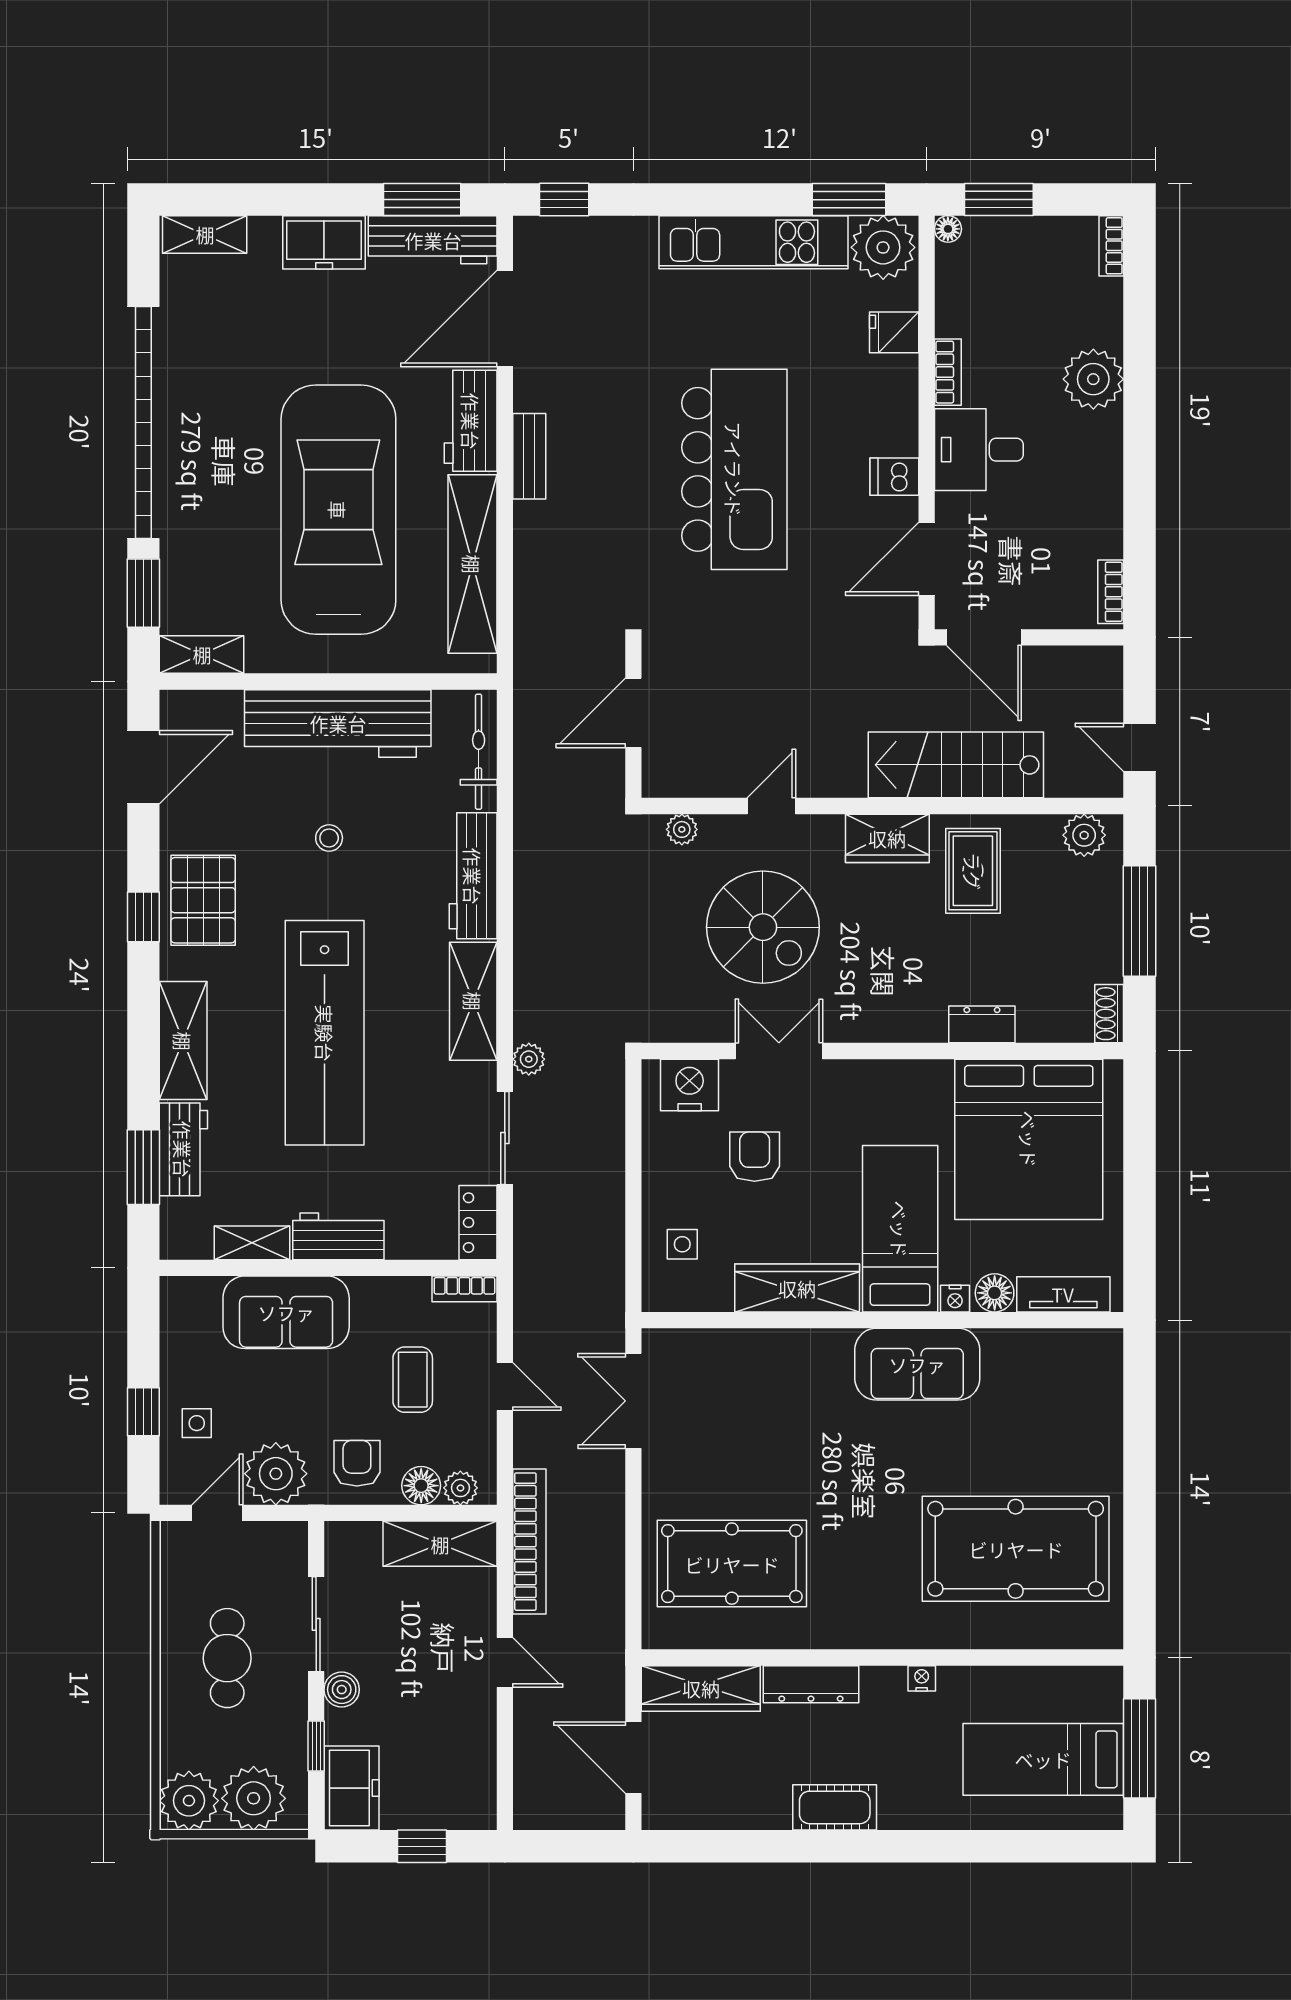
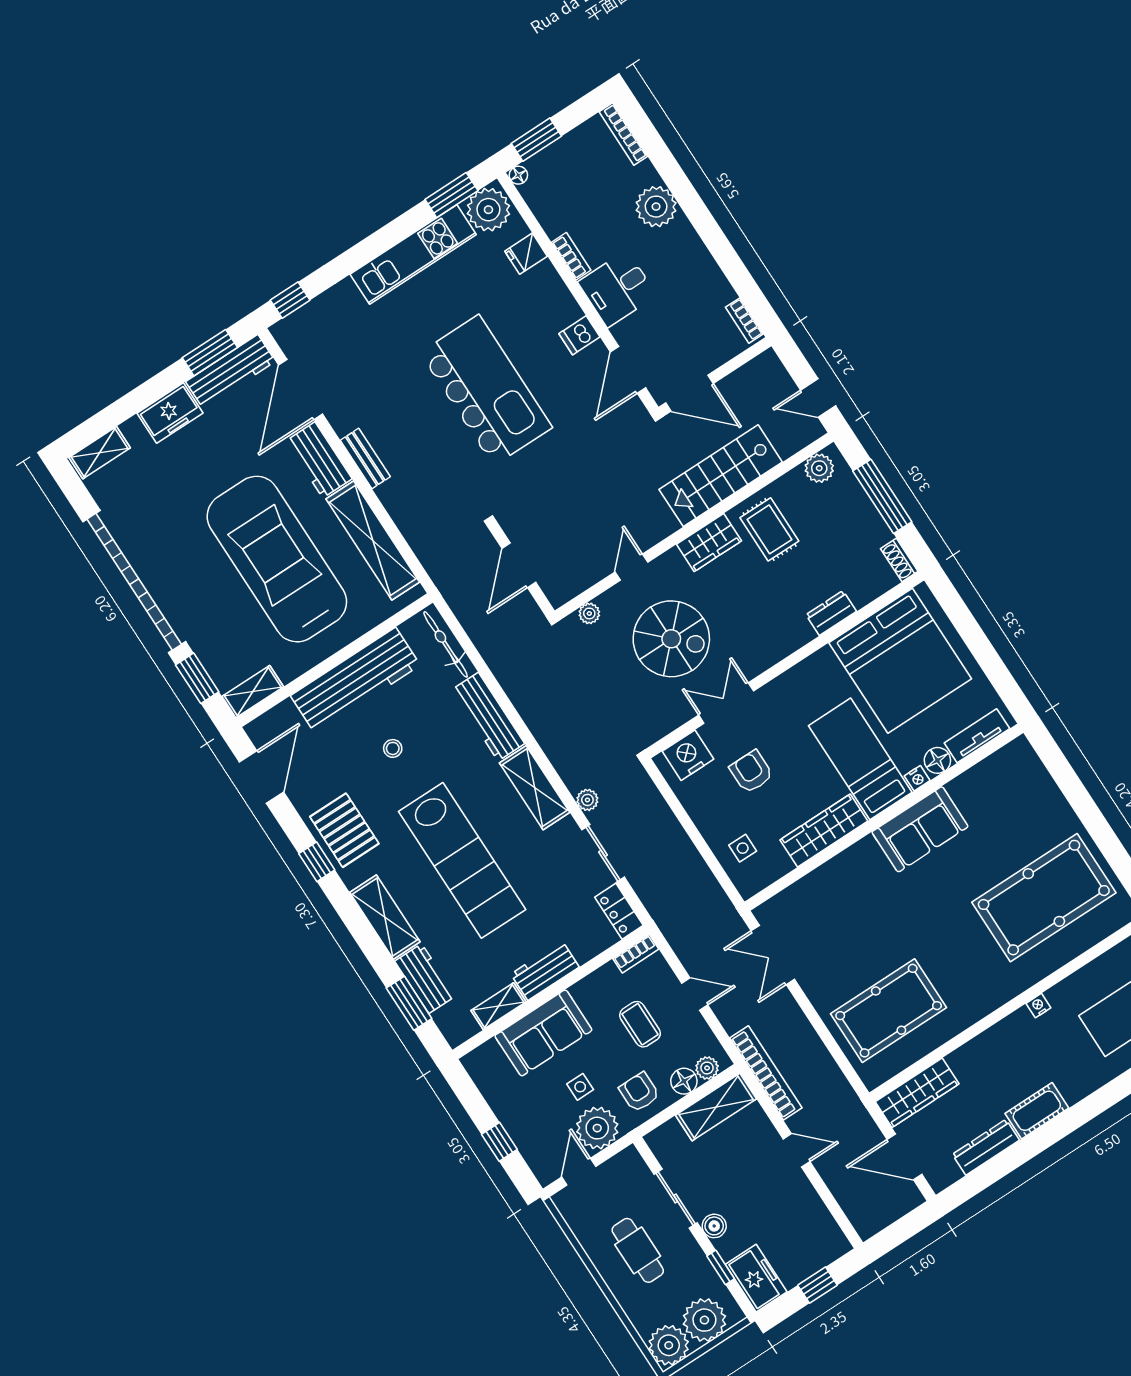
bookcase: (1111, 246) -> (623, 134), width x1.56
side table: (197, 1423) -> (580, 1087), moved
dresser: (811, 1684) -> (986, 1147), moved, turned 180

